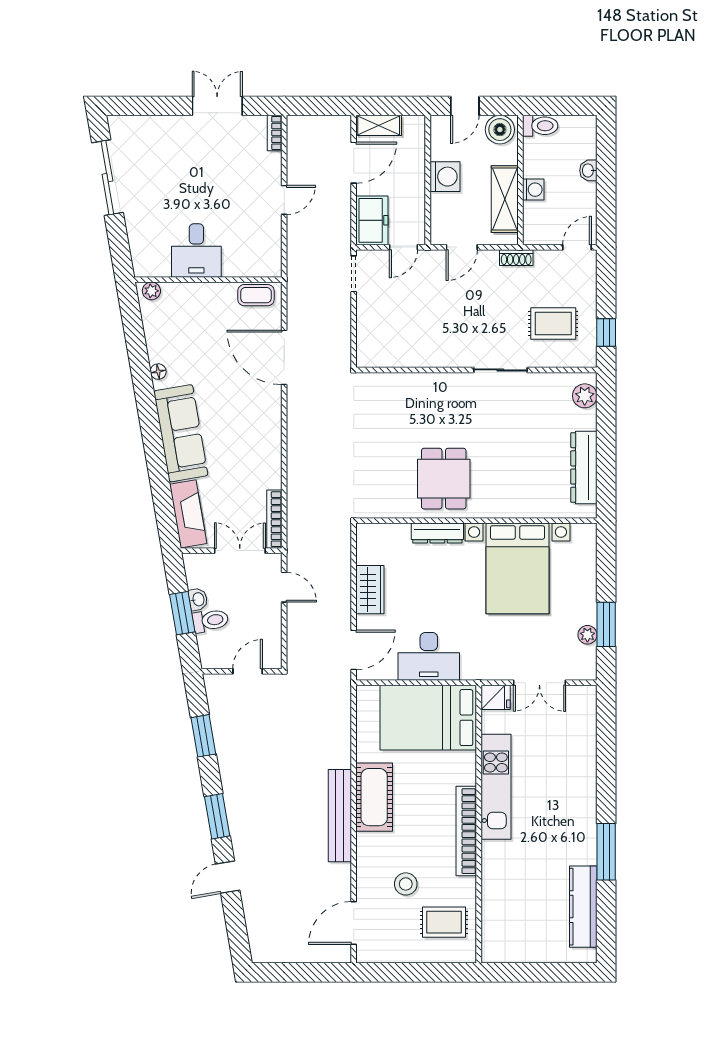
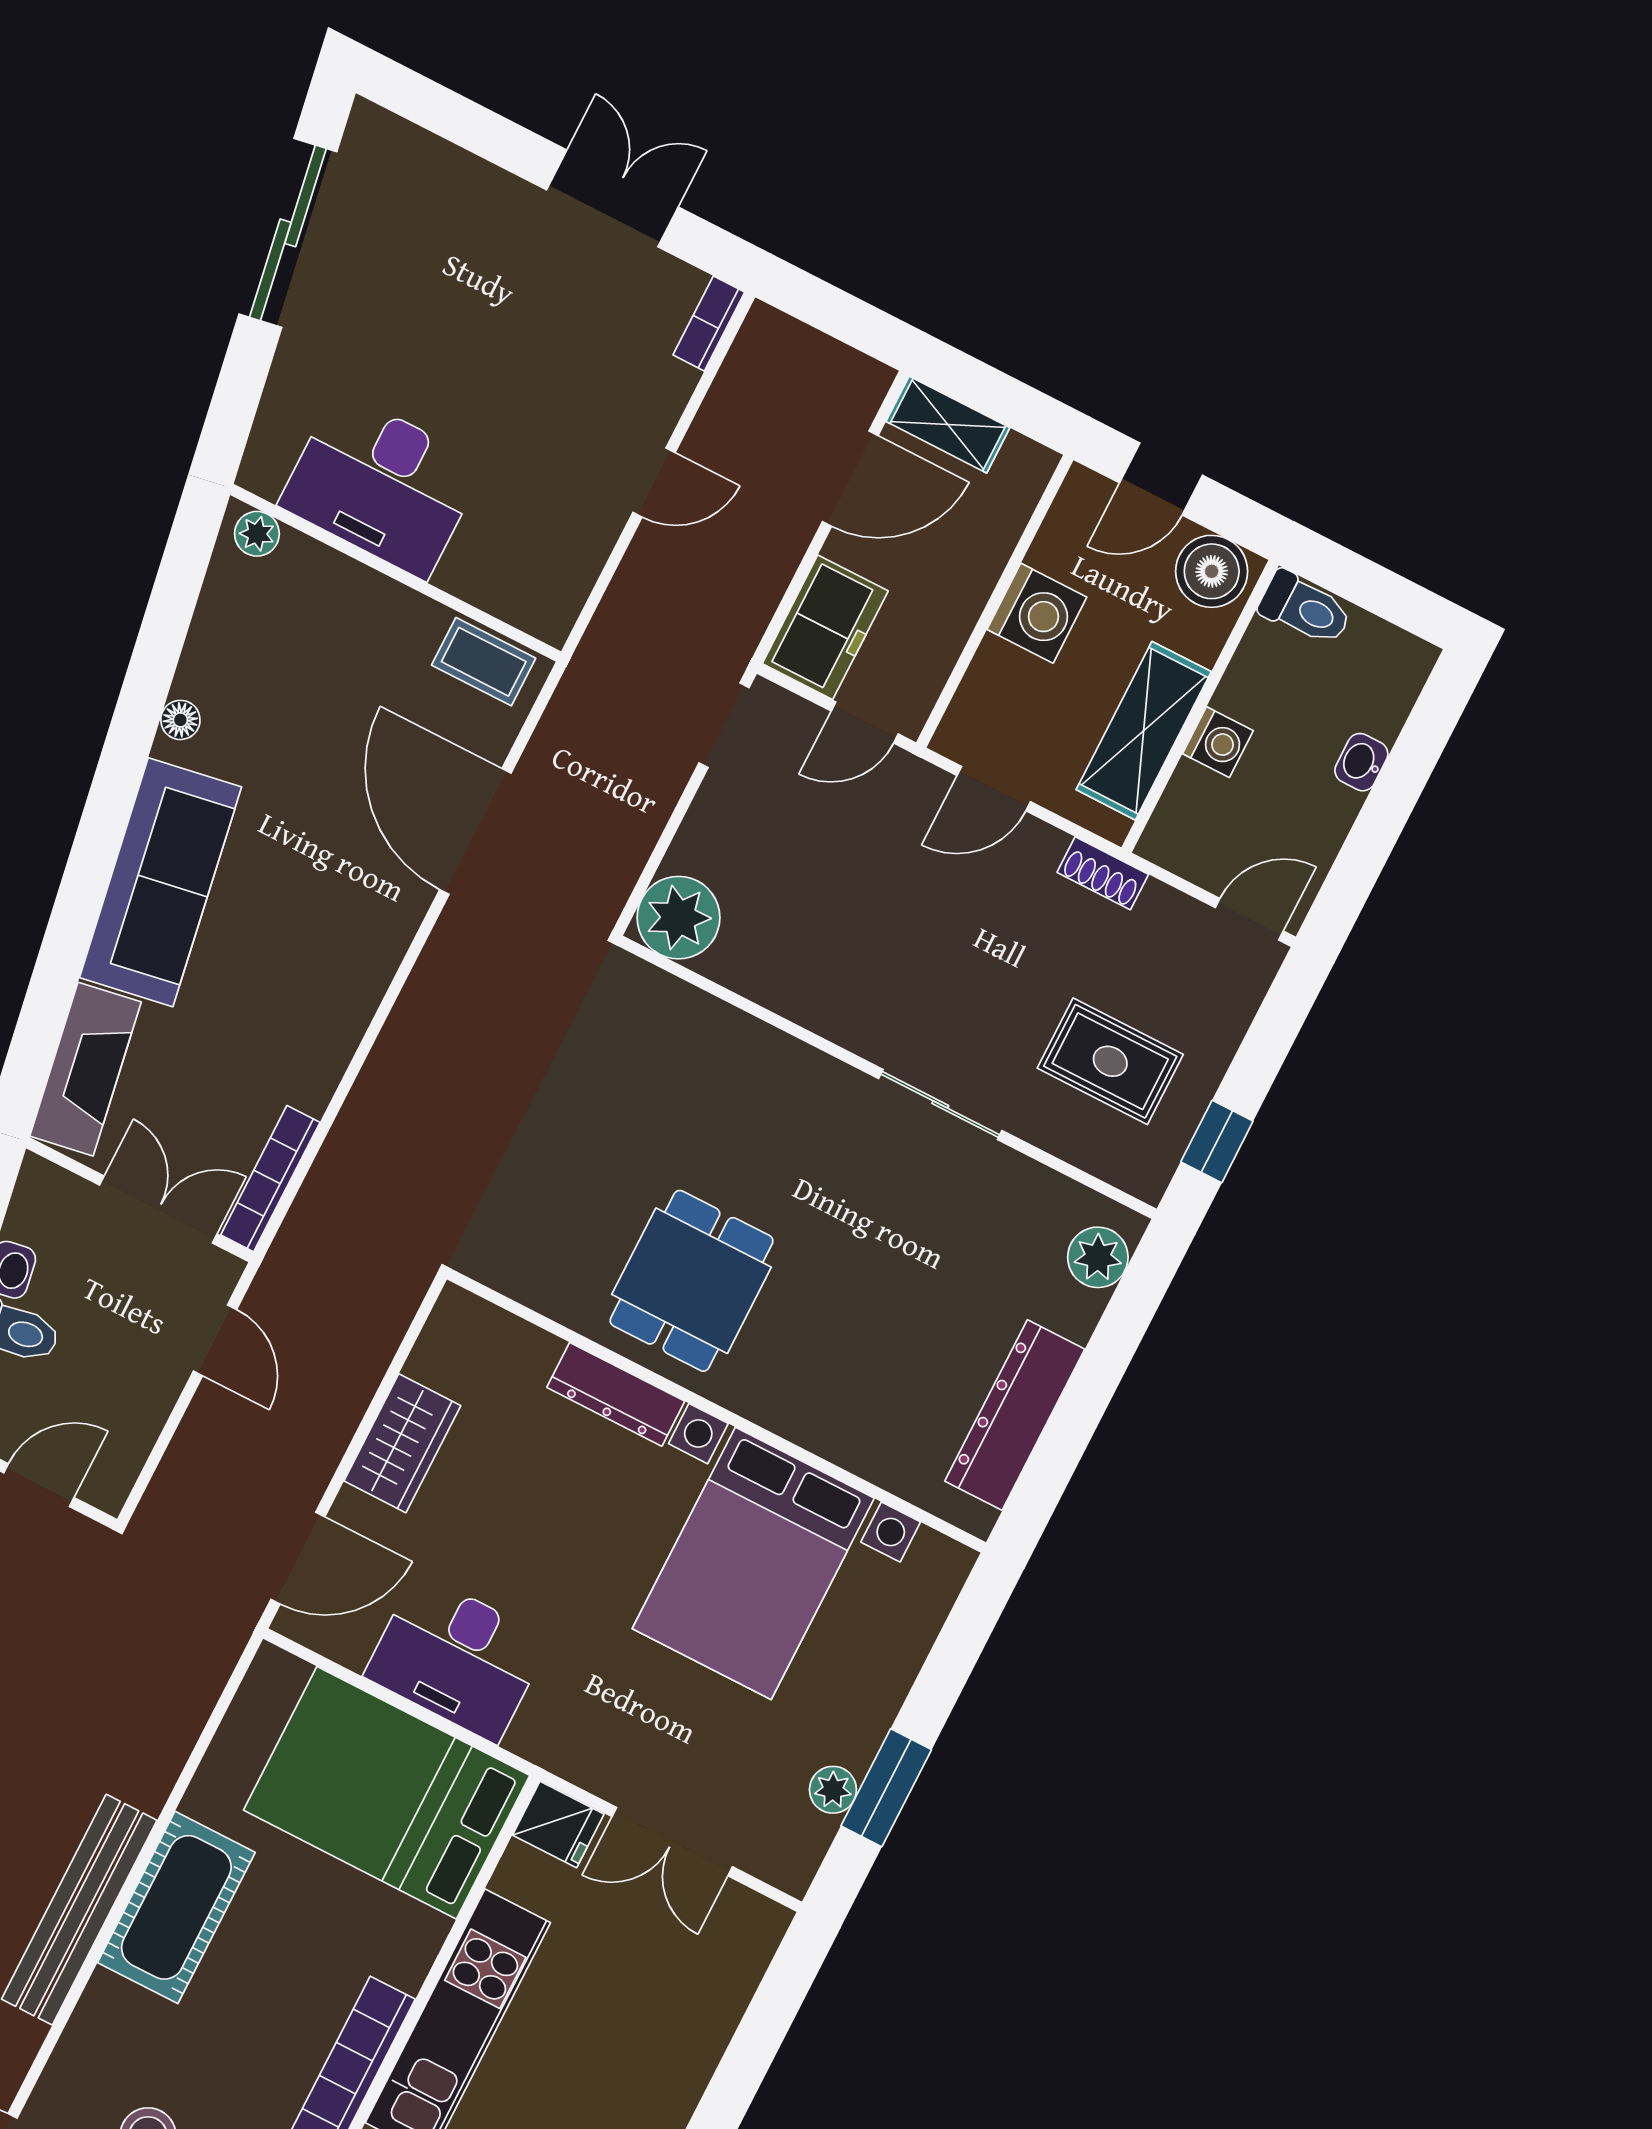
desk: (196, 251) -> (382, 485), width x1.37
plant: (373, 351) -> (678, 918), added

